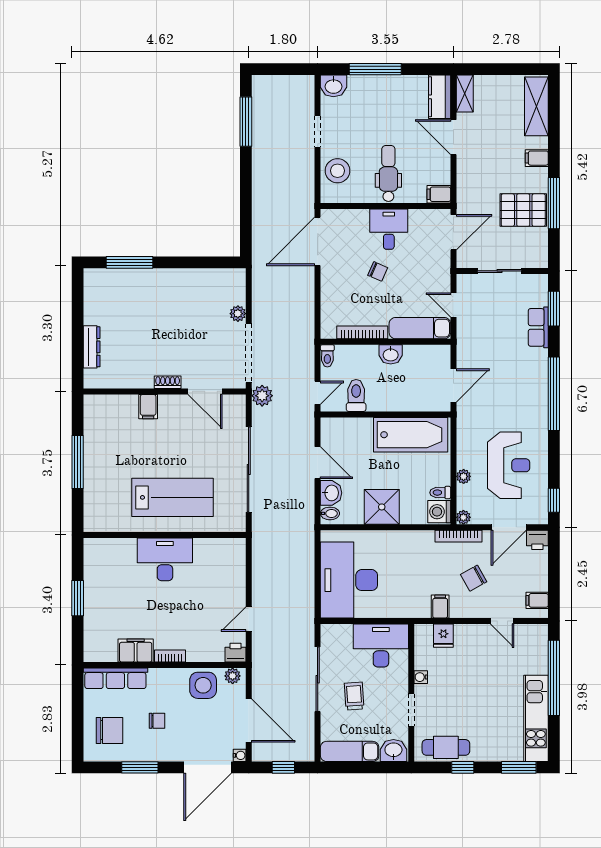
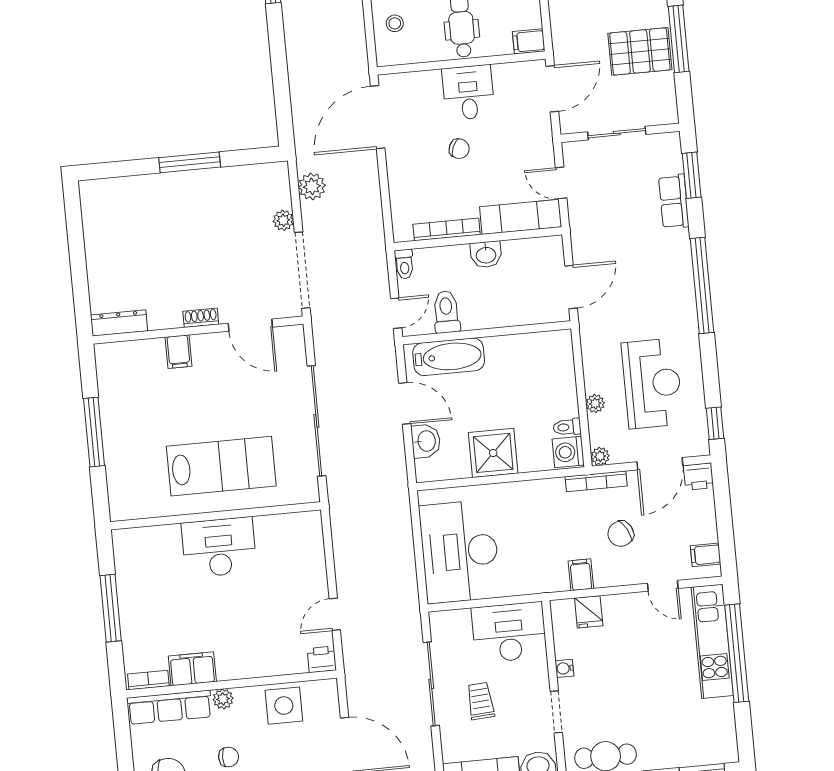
stool: (337, 171) -> (395, 23), width x0.53, depth x0.53
window: (130, 262) -> (190, 162), moved
dresser: (92, 347) -> (119, 323), moved, turned -90
plant: (262, 396) -> (312, 186), moved
bathtub: (411, 435) -> (449, 357), moved, width x0.73, depth x0.73
bidet: (330, 513) -> (427, 468), removed
window: (78, 598) -> (111, 608), width x1.44
bookcase: (170, 656) -> (148, 680), moved
plant: (233, 676) -> (223, 699), moved
kitchen unit: (536, 718) -> (712, 641), moved

